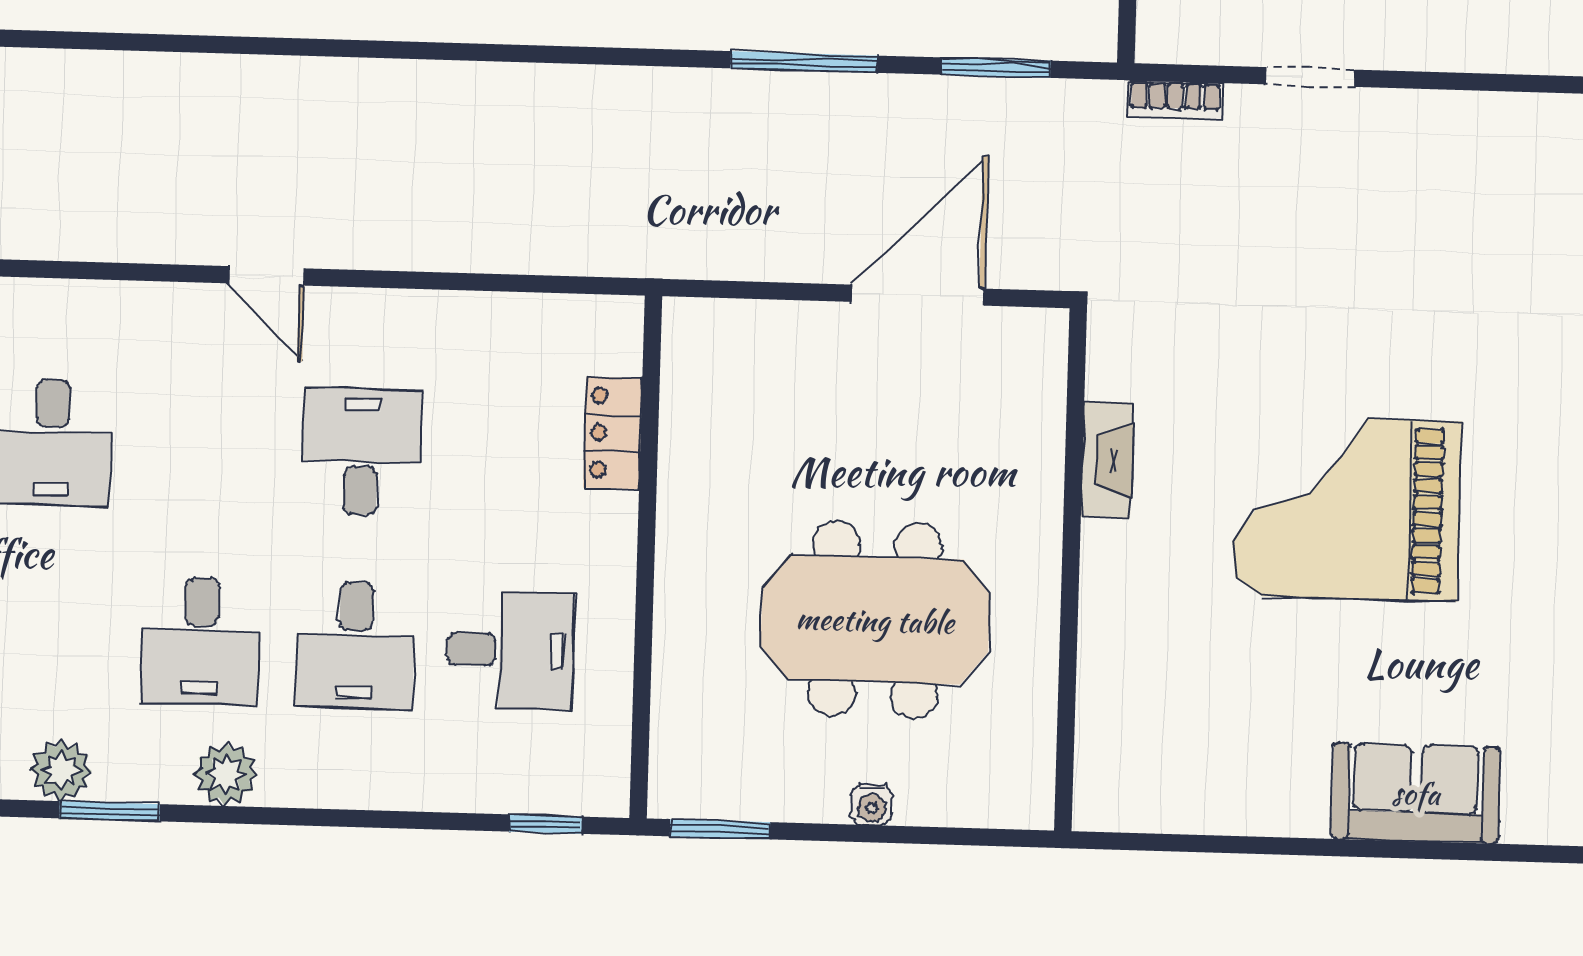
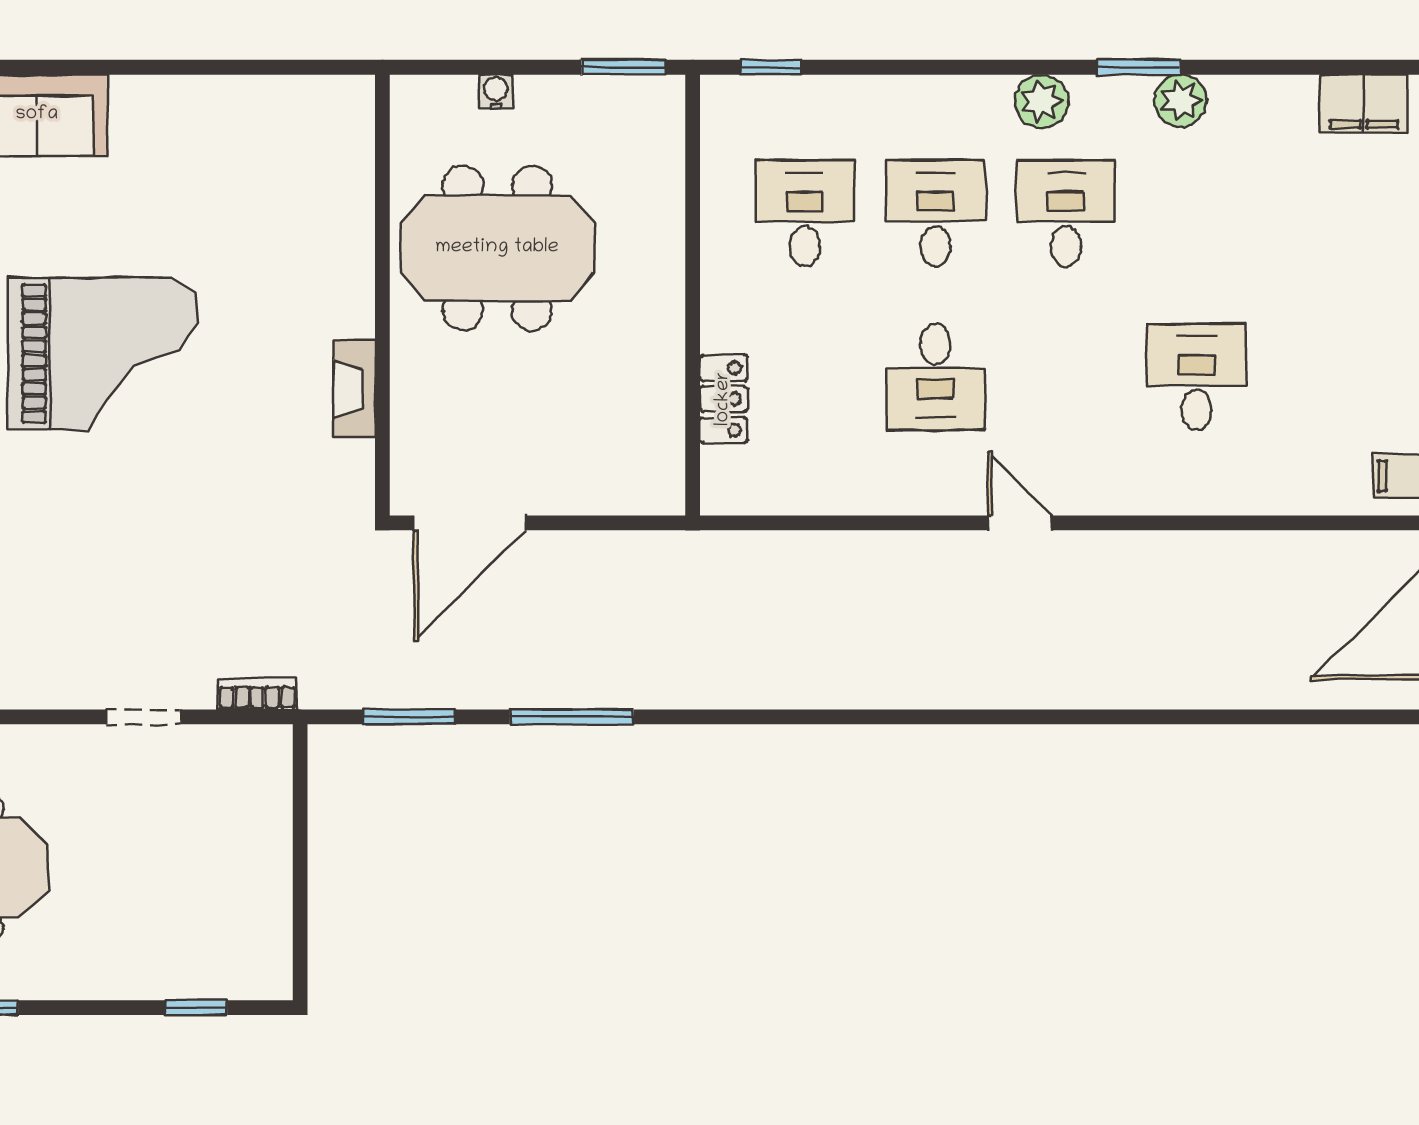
fireplace: (1107, 460) -> (354, 389), moved
wall: (1071, 570) -> (382, 295), moved
desk: (510, 650) -> (805, 213), turned 90

